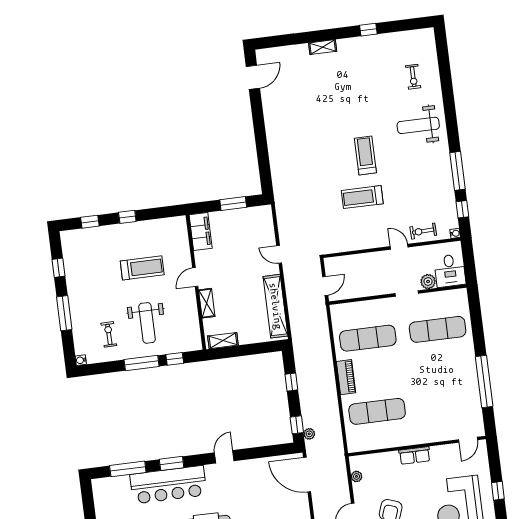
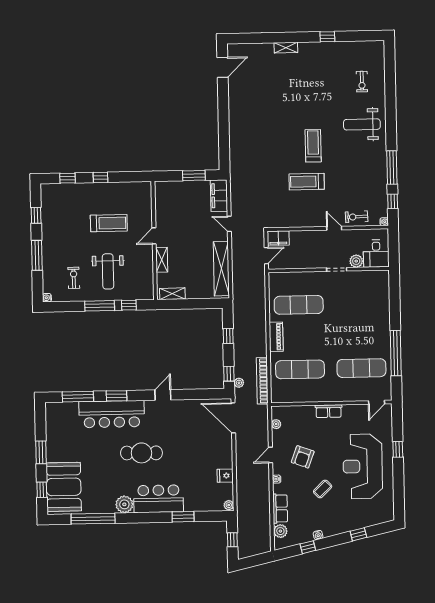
filing cabinet: (201, 232) -> (219, 196), moved, turned 180
filing cabinet: (337, 265) -> (278, 238), added
exercise mat: (438, 329) -> (361, 368), moved
bookcase: (336, 429) -> (262, 381), added

